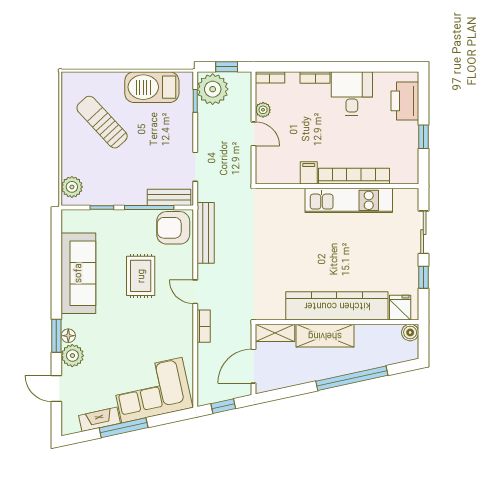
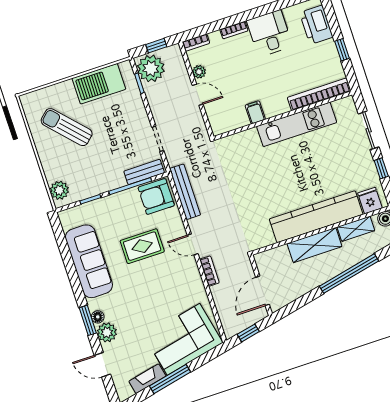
bookcase: (354, 176) -> (319, 94), moved
rug: (141, 276) -> (142, 246), turned 90
shelving: (275, 333) -> (356, 229), moved

